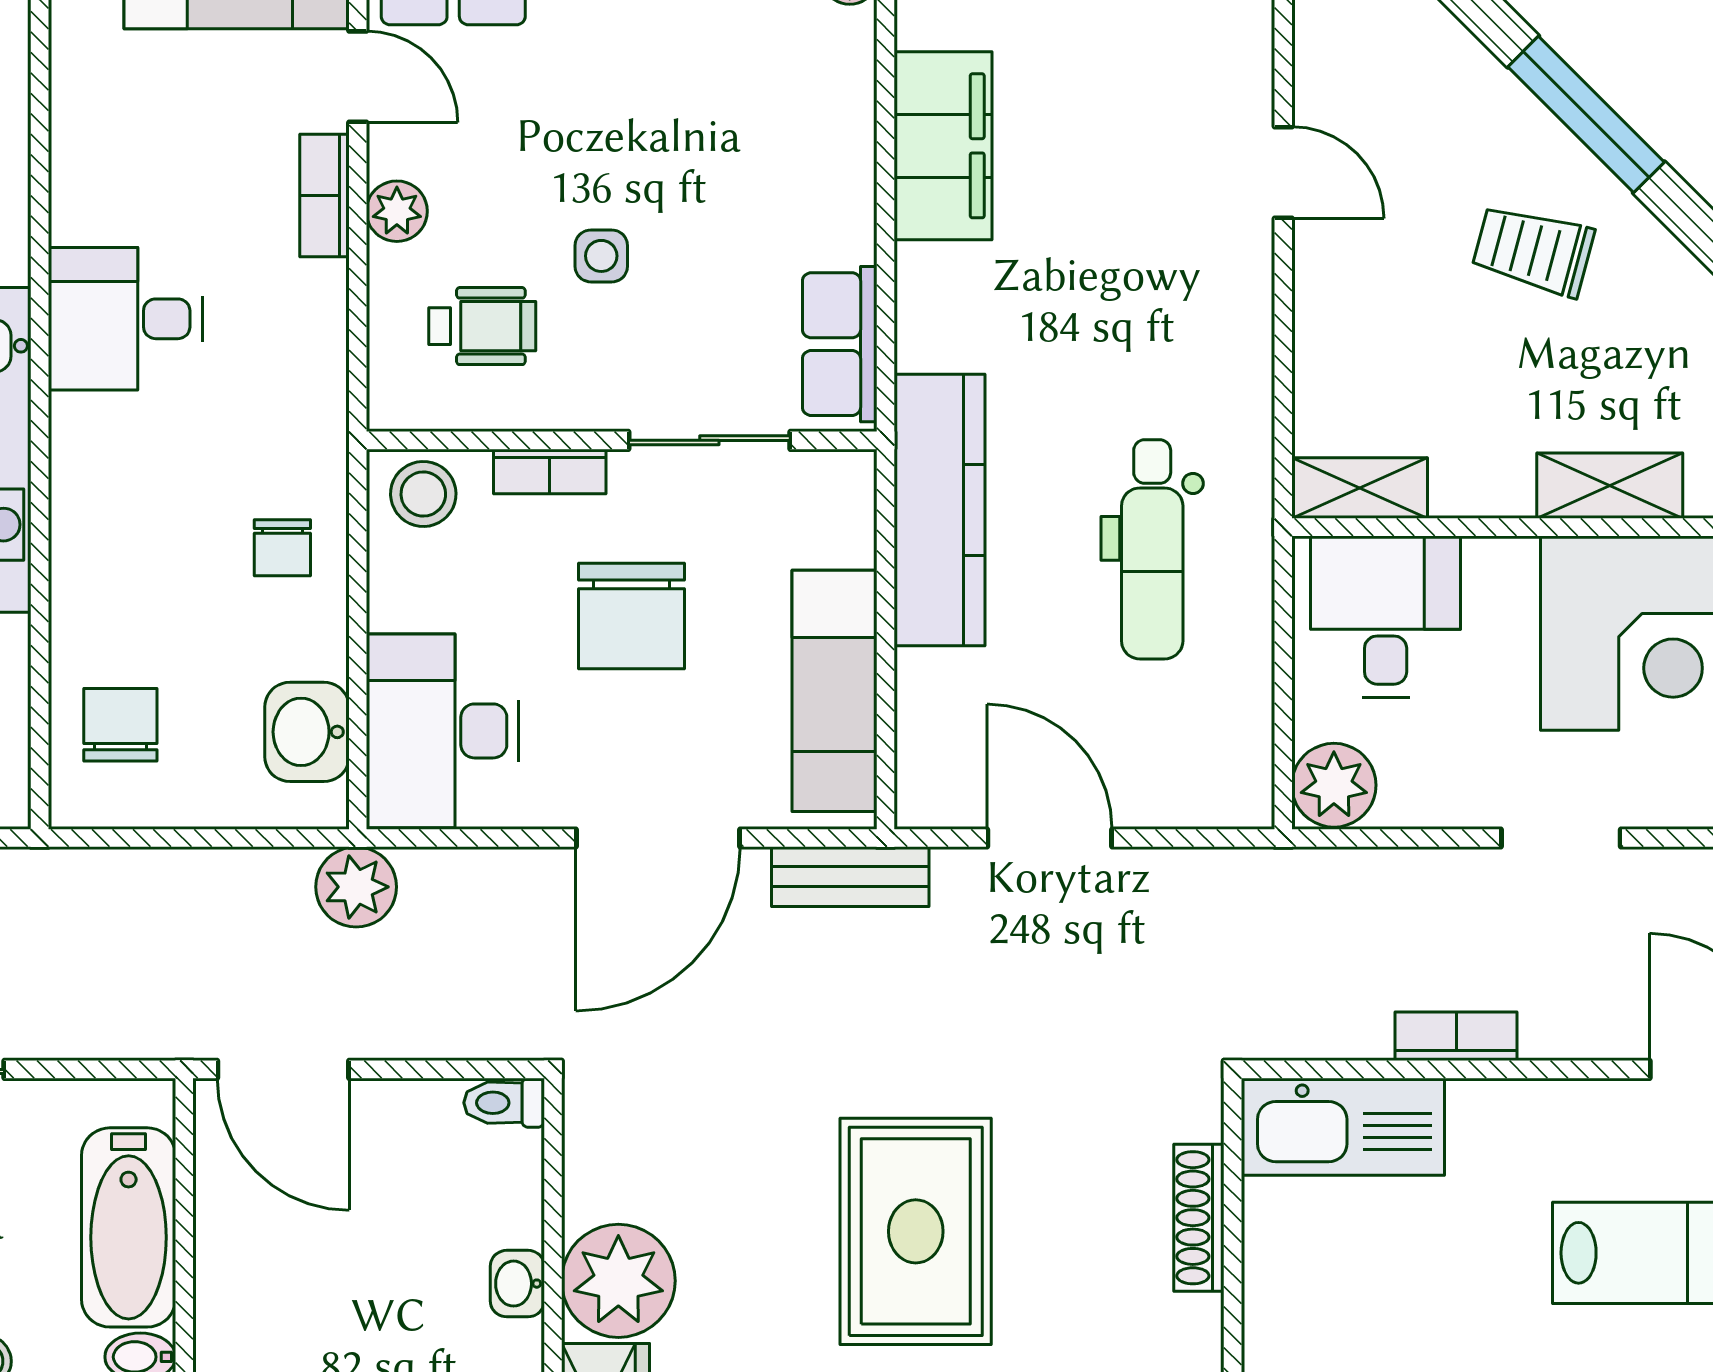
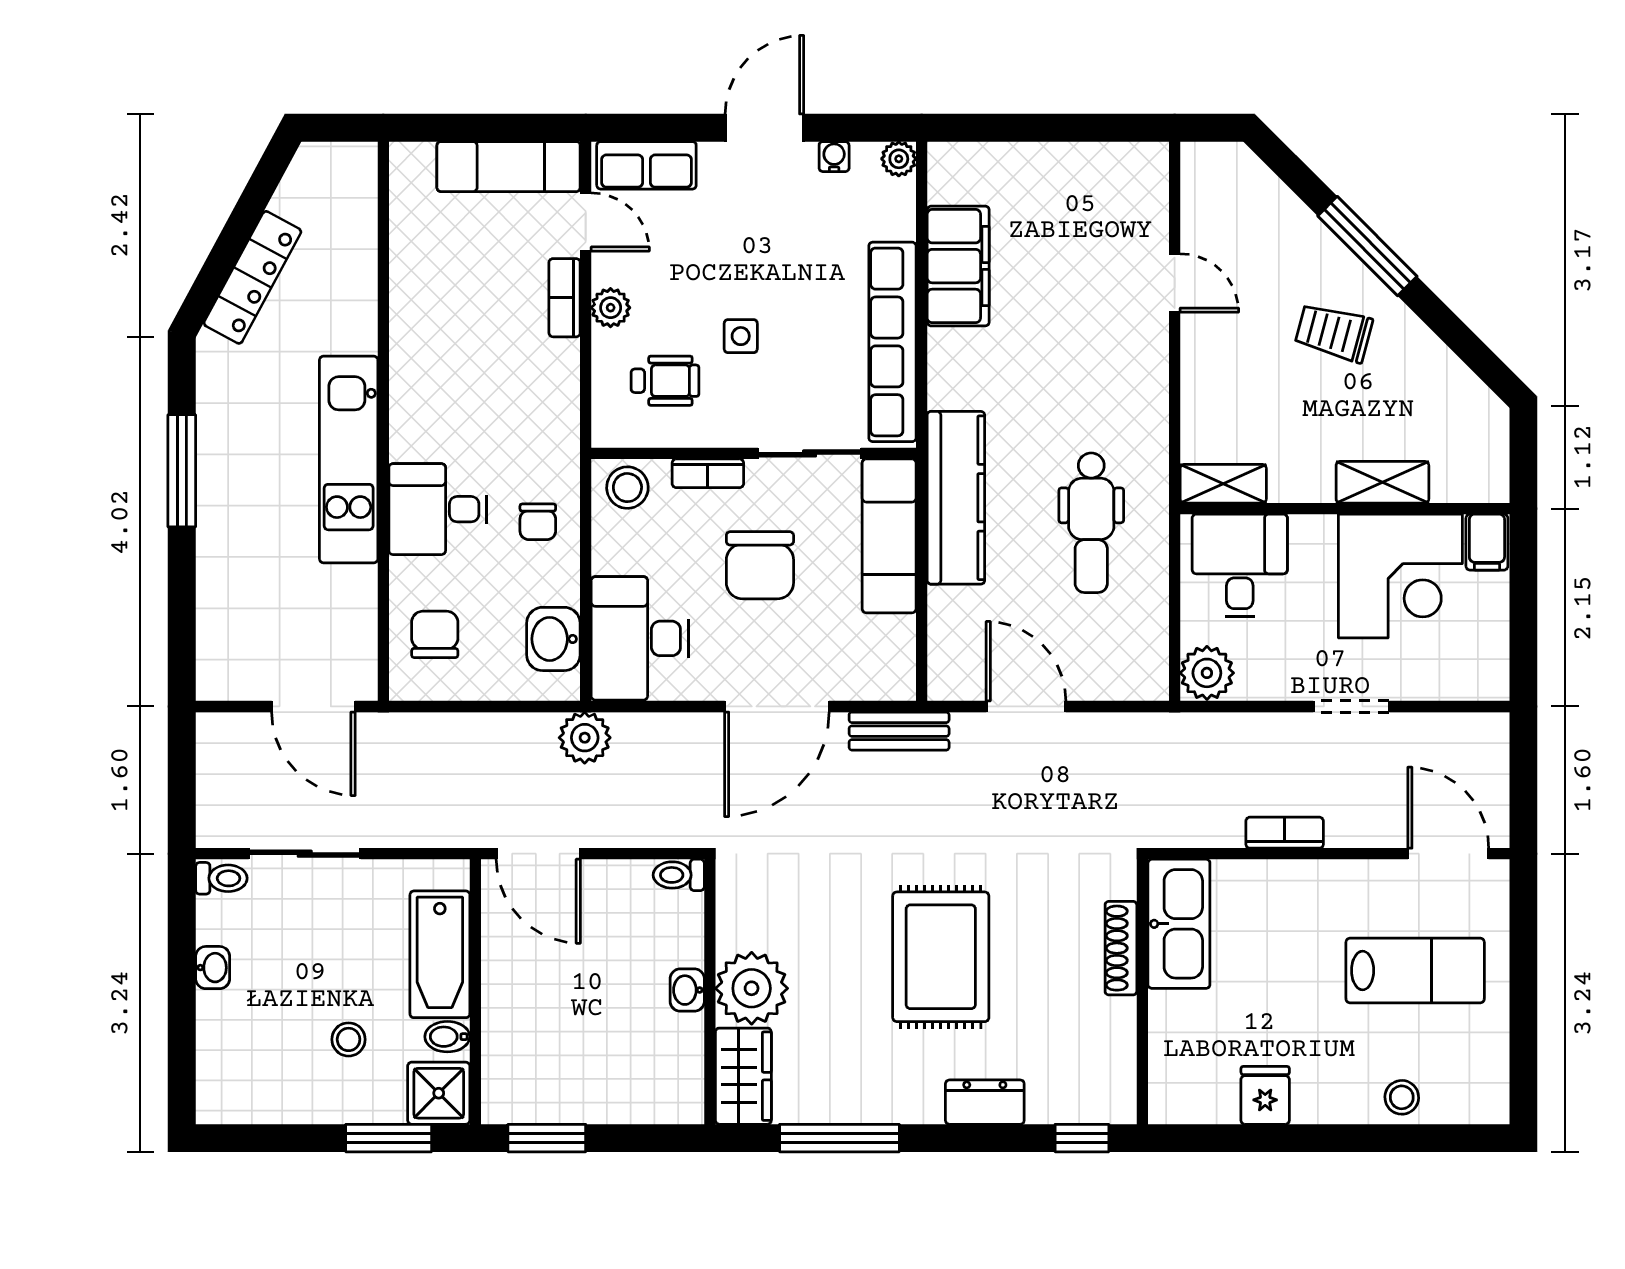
desk: (125, 319) -> (438, 509), moved
row of seats: (840, 344) -> (892, 342), width x2.02
exam couch: (835, 691) -> (889, 536), moved
kitchen sink: (1343, 1127) -> (1179, 924), moved, turned -90

